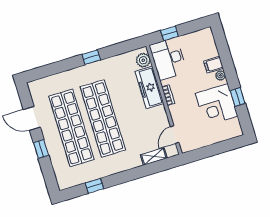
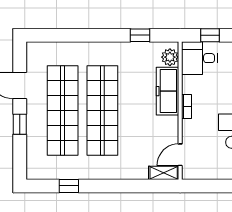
window: (91, 57) -> (140, 35), moved
desk: (168, 59) -> (199, 58), width x0.73
shelving: (154, 156) -> (164, 173), moved

